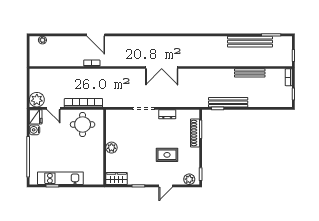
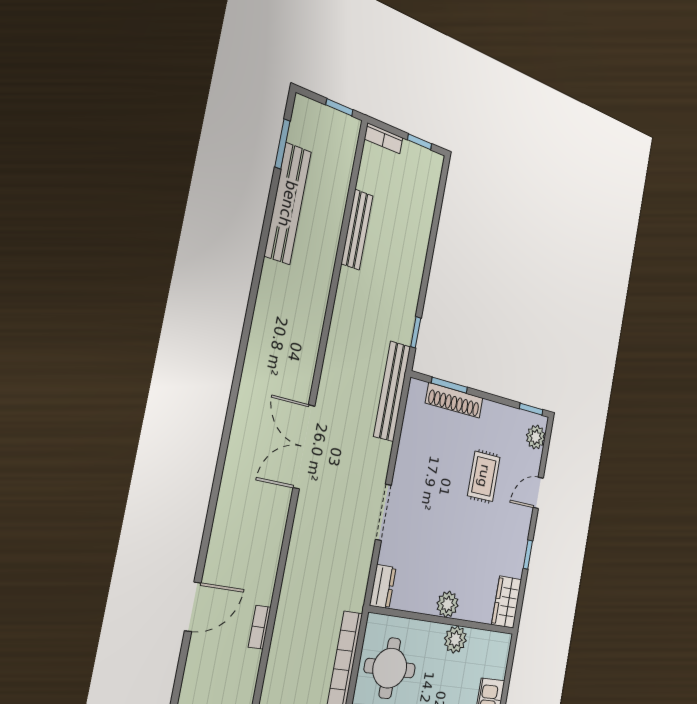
double door: (162, 68) -> (304, 447), swing flipped
bench: (228, 102) -> (392, 391), moved
dresser: (167, 114) -> (383, 587), moved
plant: (98, 155) -> (455, 639), added
door: (166, 186) -> (538, 493), swing flipped

